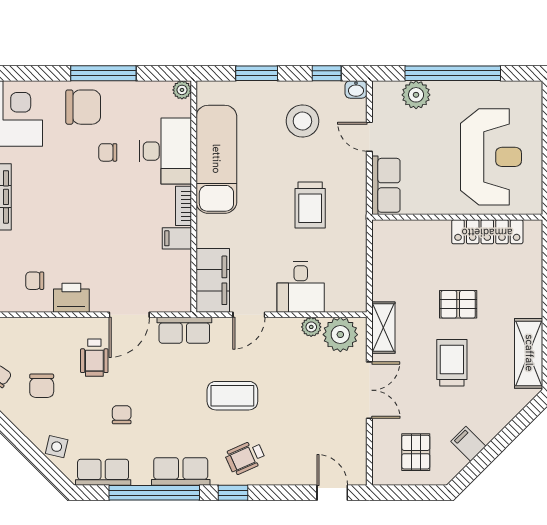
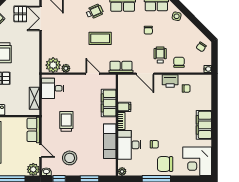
plant: (416, 95) -> (33, 169), moved
exam couch: (216, 159) -> (110, 141), width x0.73, depth x0.69
filing cabinet: (213, 280) -> (109, 103), moved
desk: (301, 287) -> (53, 88), moved, turned -90
door: (129, 315) -> (145, 74), swing flipped
door: (249, 315) -> (93, 74), hinge flipped
shelving: (383, 328) -> (34, 98), moved
chair: (42, 386) -> (179, 62), moved
double door: (369, 390) -> (41, 18), moved

